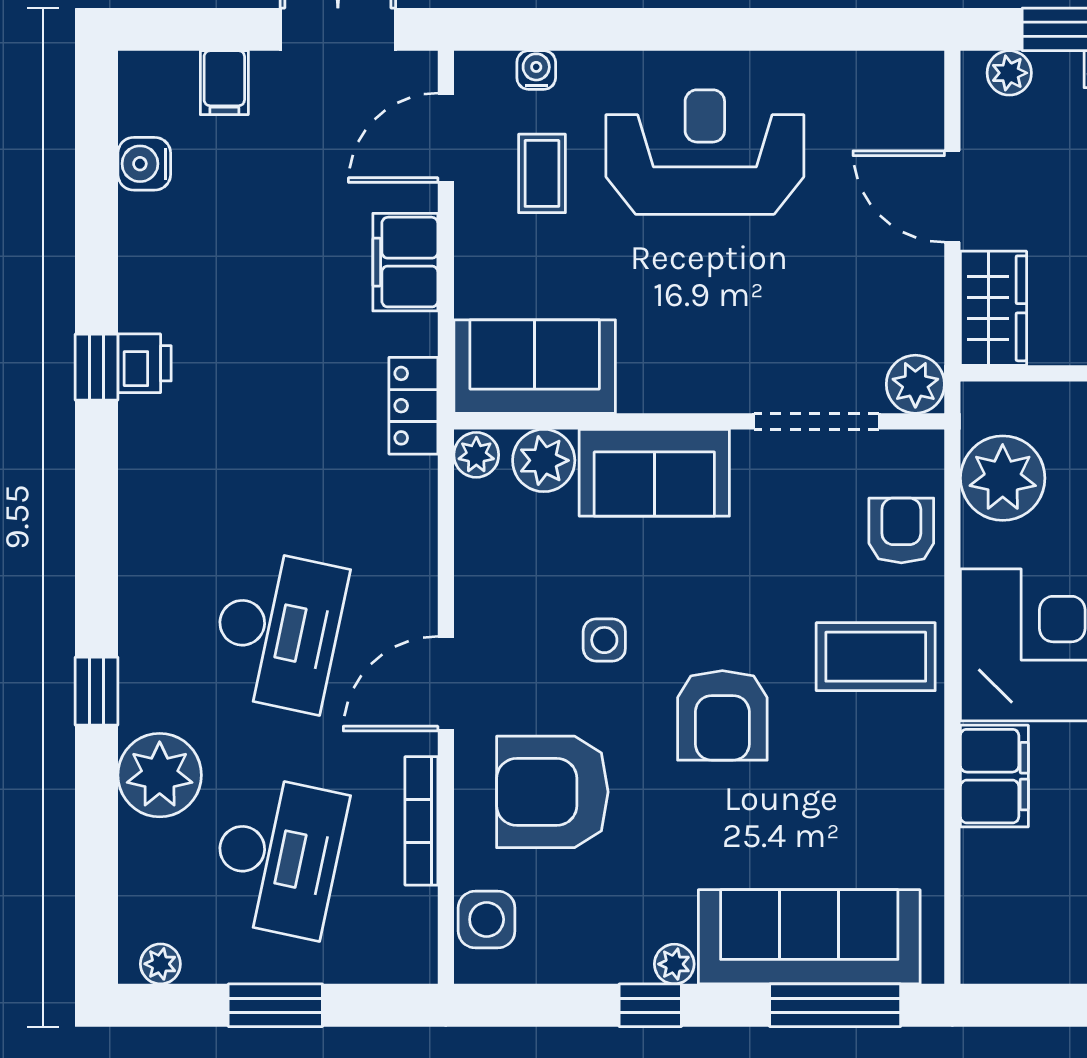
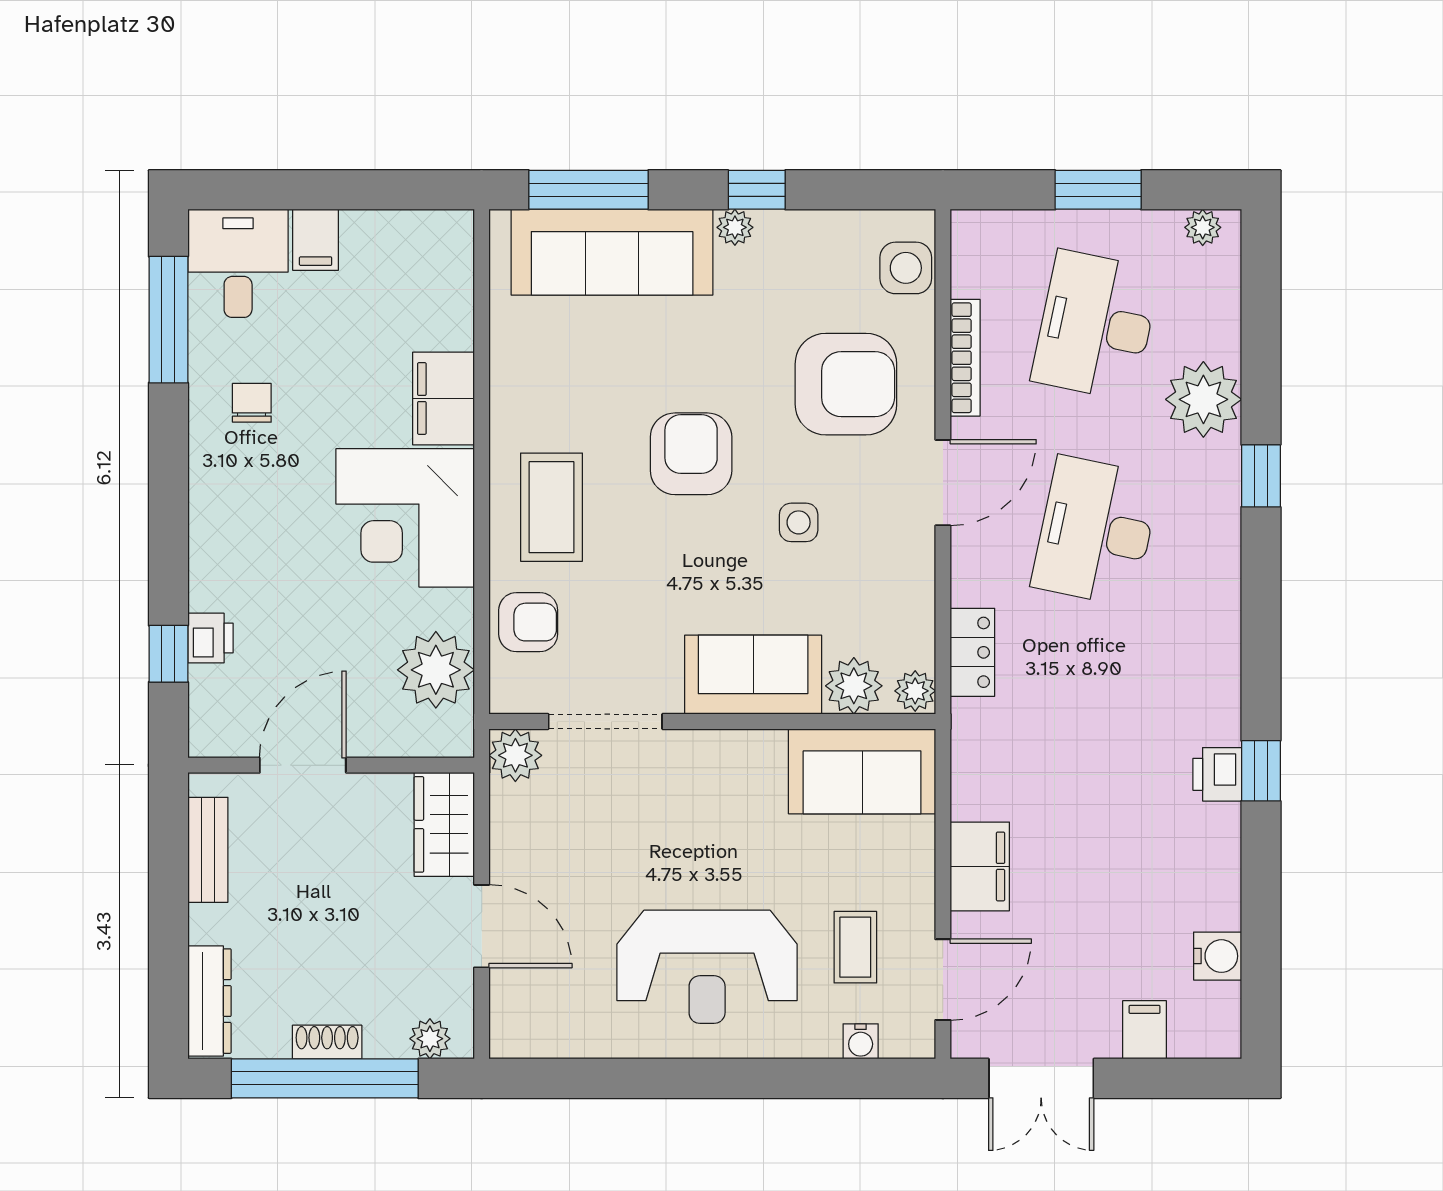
locker: (413, 406) -> (972, 652), moved
armchair: (901, 530) -> (528, 622), turned -90
coffee table: (876, 657) -> (551, 507), turned 90

